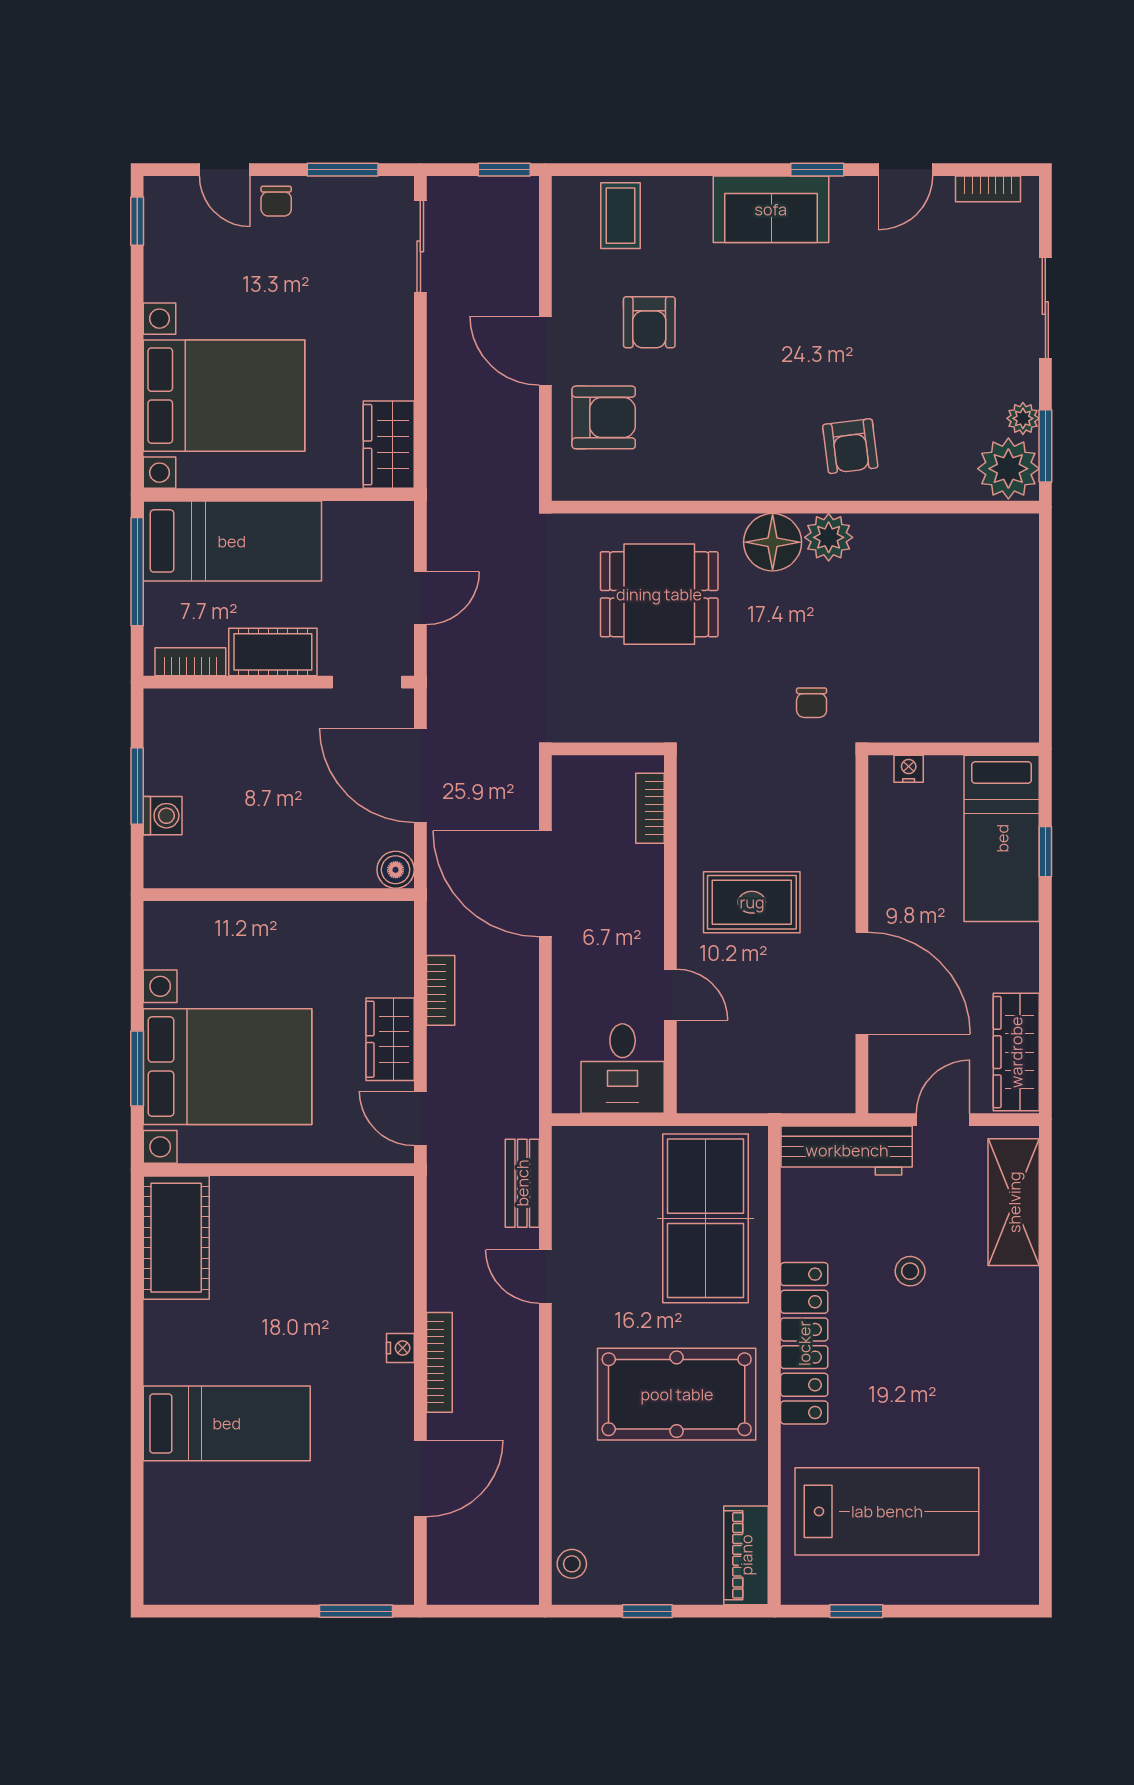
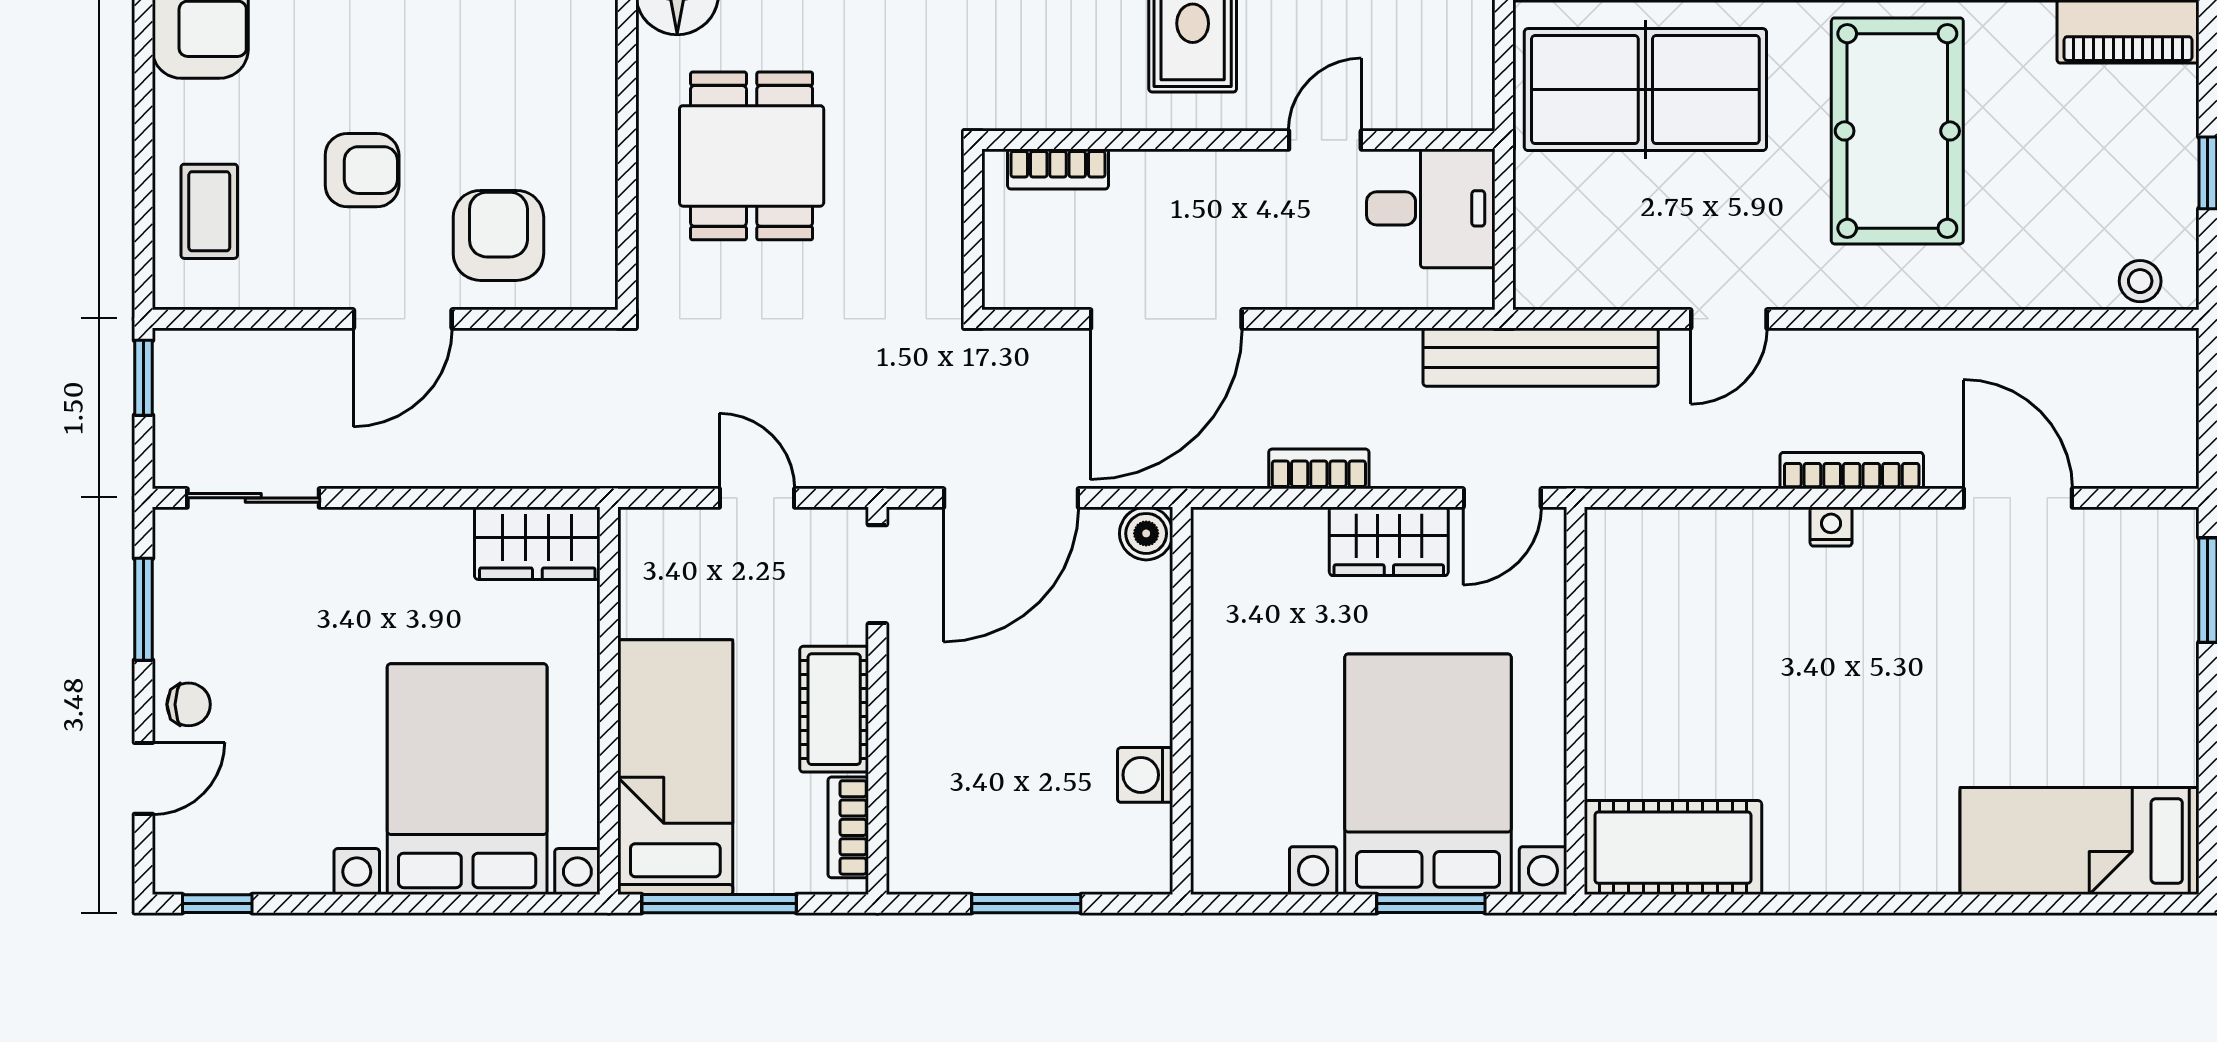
coffee table: (621, 216) -> (209, 211), turned 90
washing machine: (163, 816) -> (1145, 775), moved, turned -90
bench: (522, 1183) -> (1541, 357), width x1.86, depth x1.21
bed: (227, 1423) -> (2080, 841), moved, turned -90

